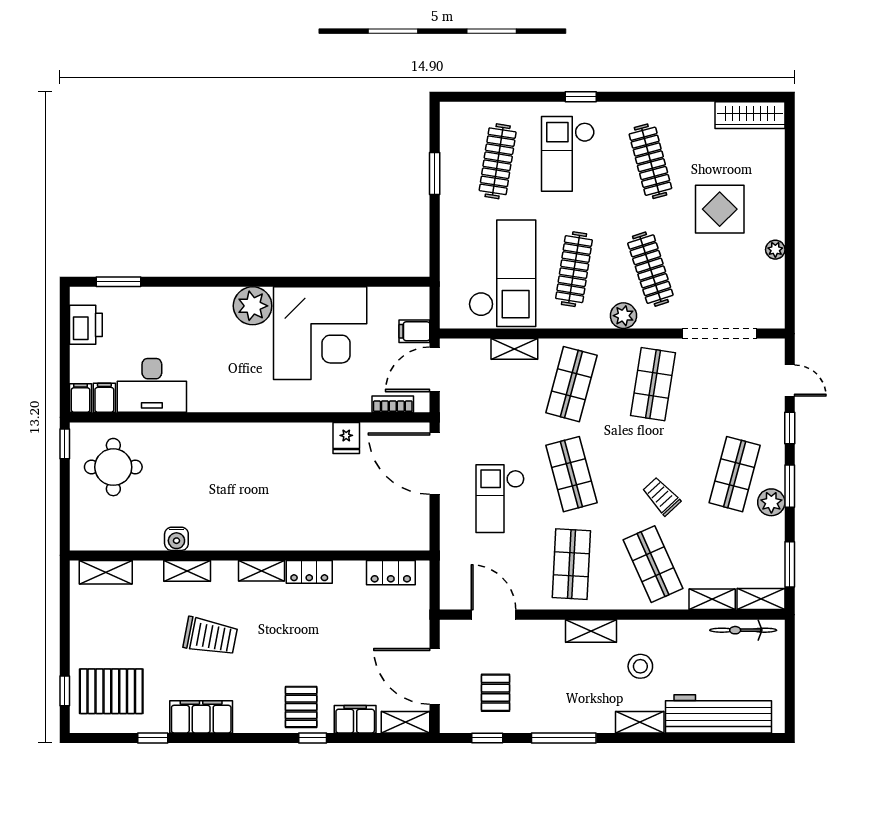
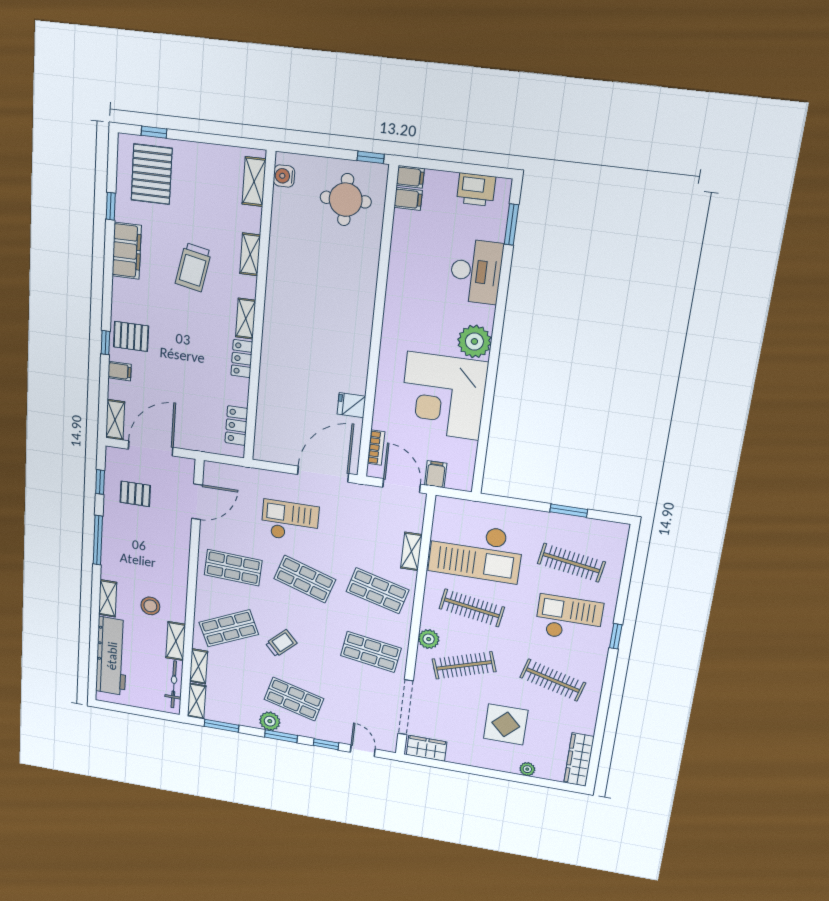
clothes rail: (650, 161) -> (553, 680), turned 30
plant: (775, 250) -> (527, 769), moved
wardrobe: (771, 302) -> (427, 748), added
door: (790, 381) -> (363, 751), swing flipped
desk: (152, 385) -> (476, 271), moved, turned 180
shop shelf: (571, 474) -> (305, 579), turned 33
water cooler: (176, 539) -> (284, 176), moved
shelving: (591, 631) -> (176, 641), moved
filing cabinet: (355, 719) -> (120, 371), width x0.50

